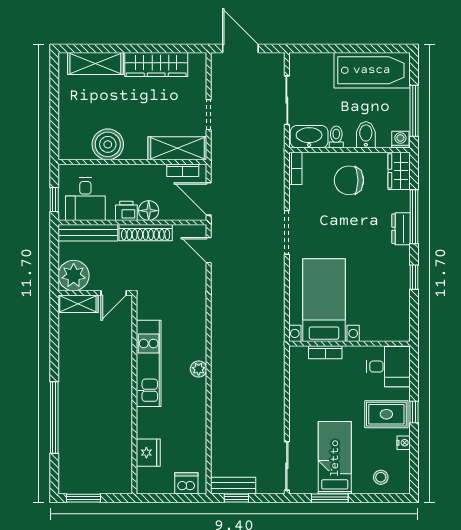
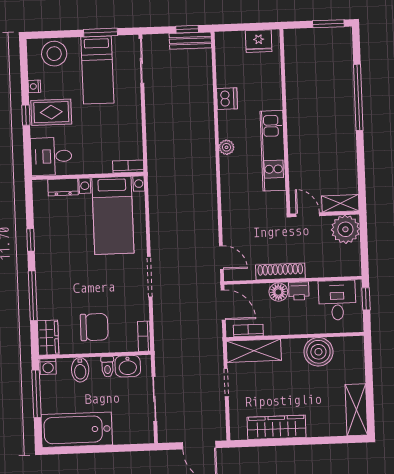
shelving: (95, 64) -> (356, 410), moved, turned 90
washbasin: (309, 137) -> (128, 366), width x0.72
dresser: (401, 229) -> (63, 187), moved, turned 90
bench: (88, 233) -> (334, 269), removed
door: (114, 293) -> (308, 215), hinge flipped
bookcase: (325, 352) -> (128, 167), moved
fridge: (148, 453) -> (259, 41), moved, turned -90
stool: (381, 477) -> (54, 54), width x1.89, depth x1.89
dishwasher: (186, 483) -> (227, 99), moved, turned -90

